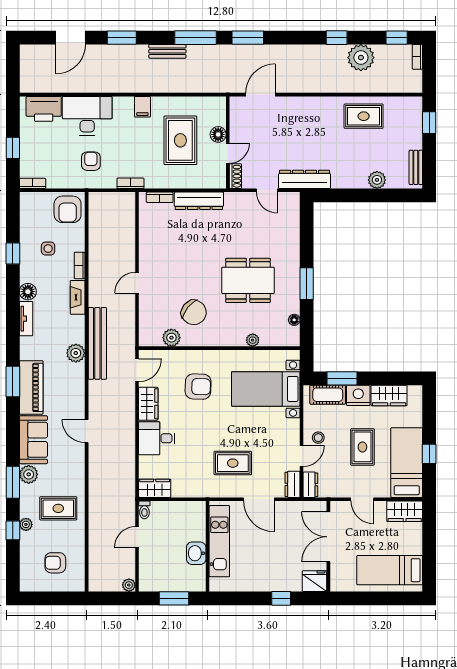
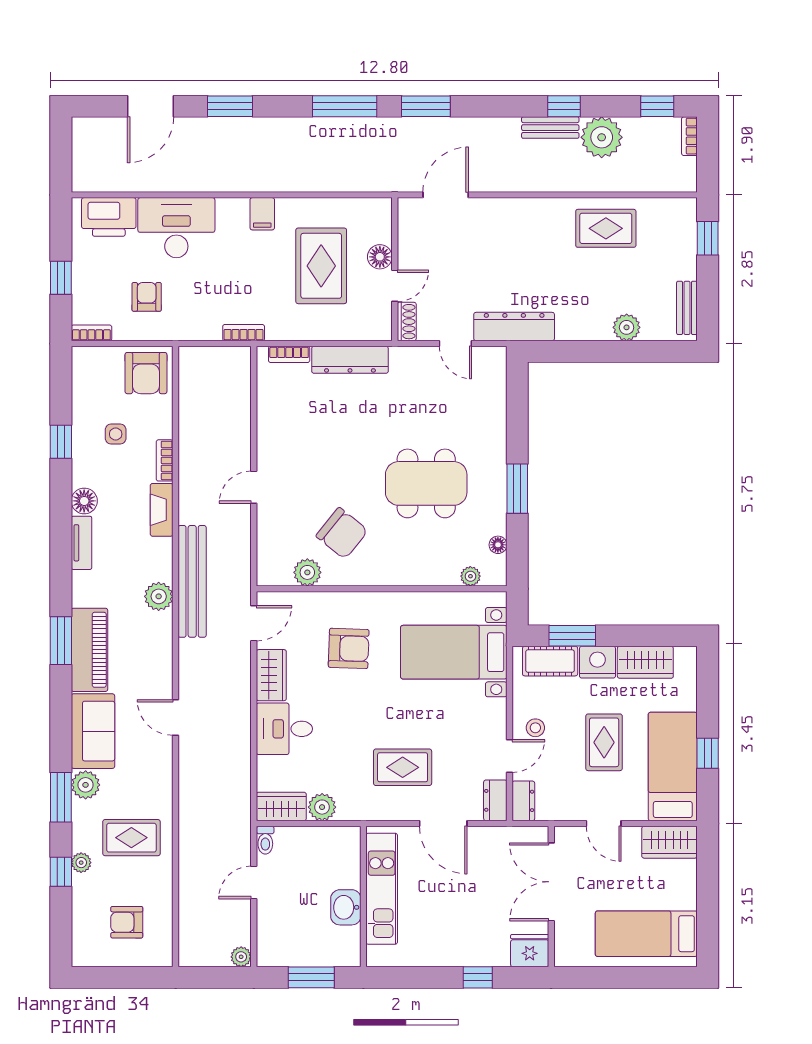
bench: (167, 51) -> (550, 128), moved
armchair: (91, 161) -> (147, 297), moved
plant: (253, 340) -> (470, 576), moved
plant: (181, 489) -> (322, 807), added

